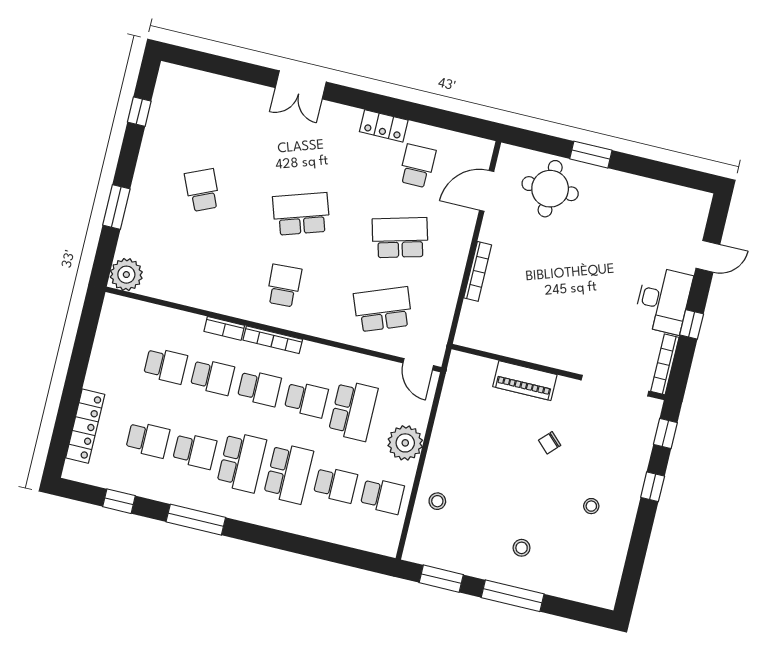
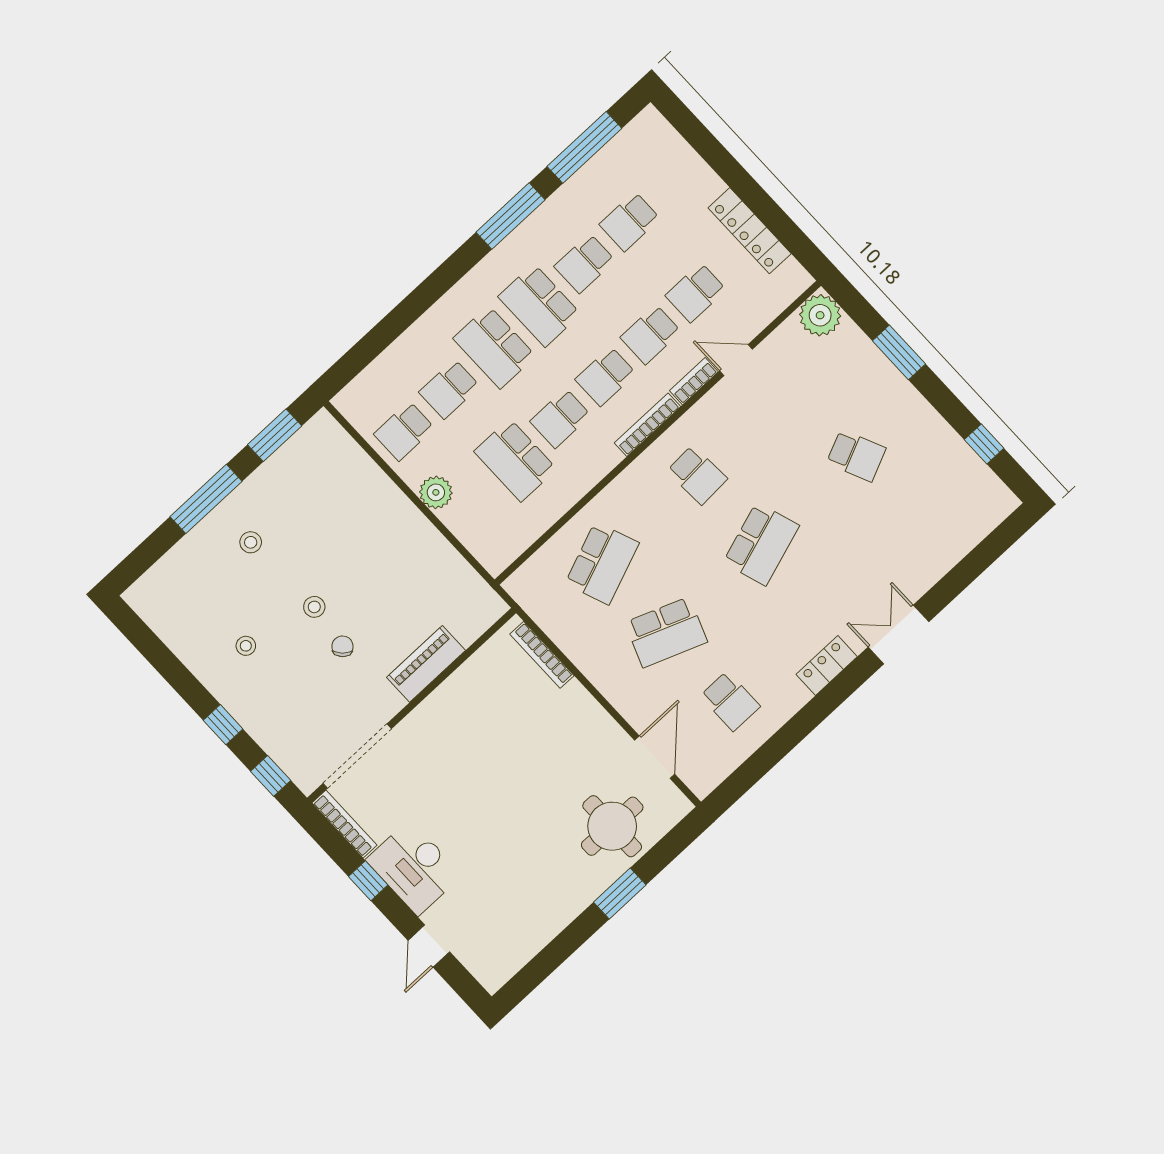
locker: (384, 126) -> (827, 665), moved
school desk: (400, 238) -> (666, 632), turned 36
bookcase: (478, 271) -> (542, 655), moved
door: (418, 364) -> (736, 360), moved
locker: (85, 426) -> (750, 231), moved
plant: (405, 443) -> (436, 492), width x0.73, depth x0.73
window: (119, 501) -> (584, 147), width x2.17
stool: (437, 501) -> (314, 607), moved

